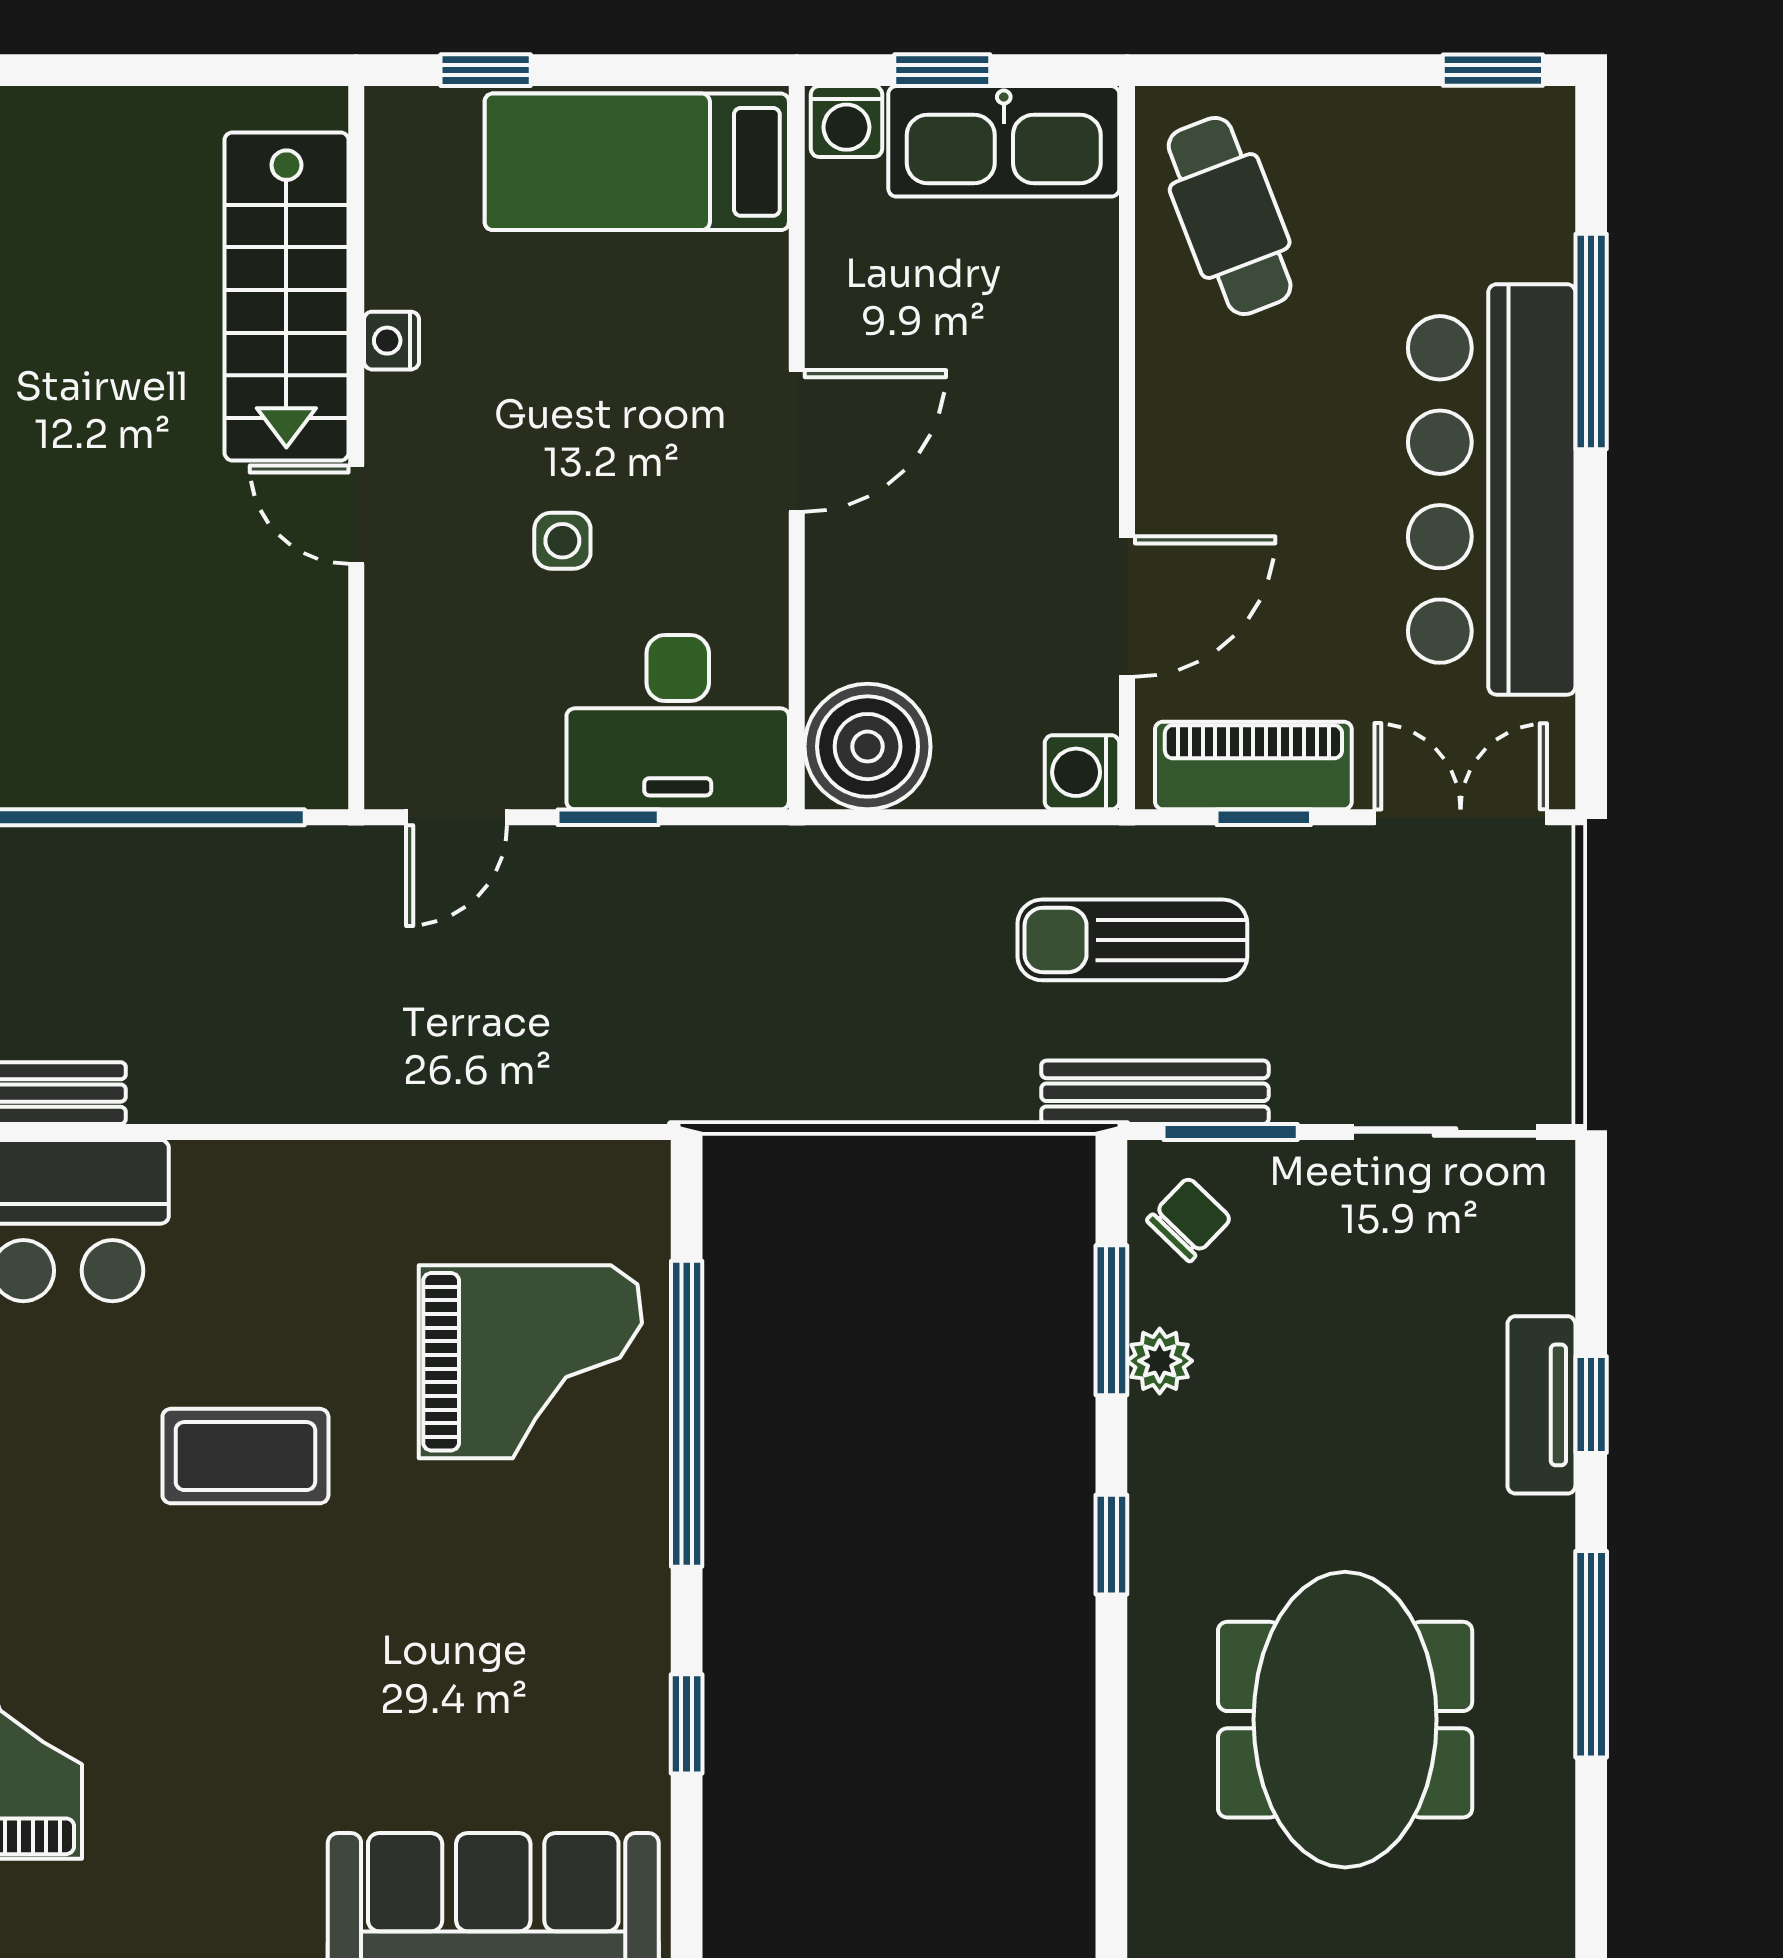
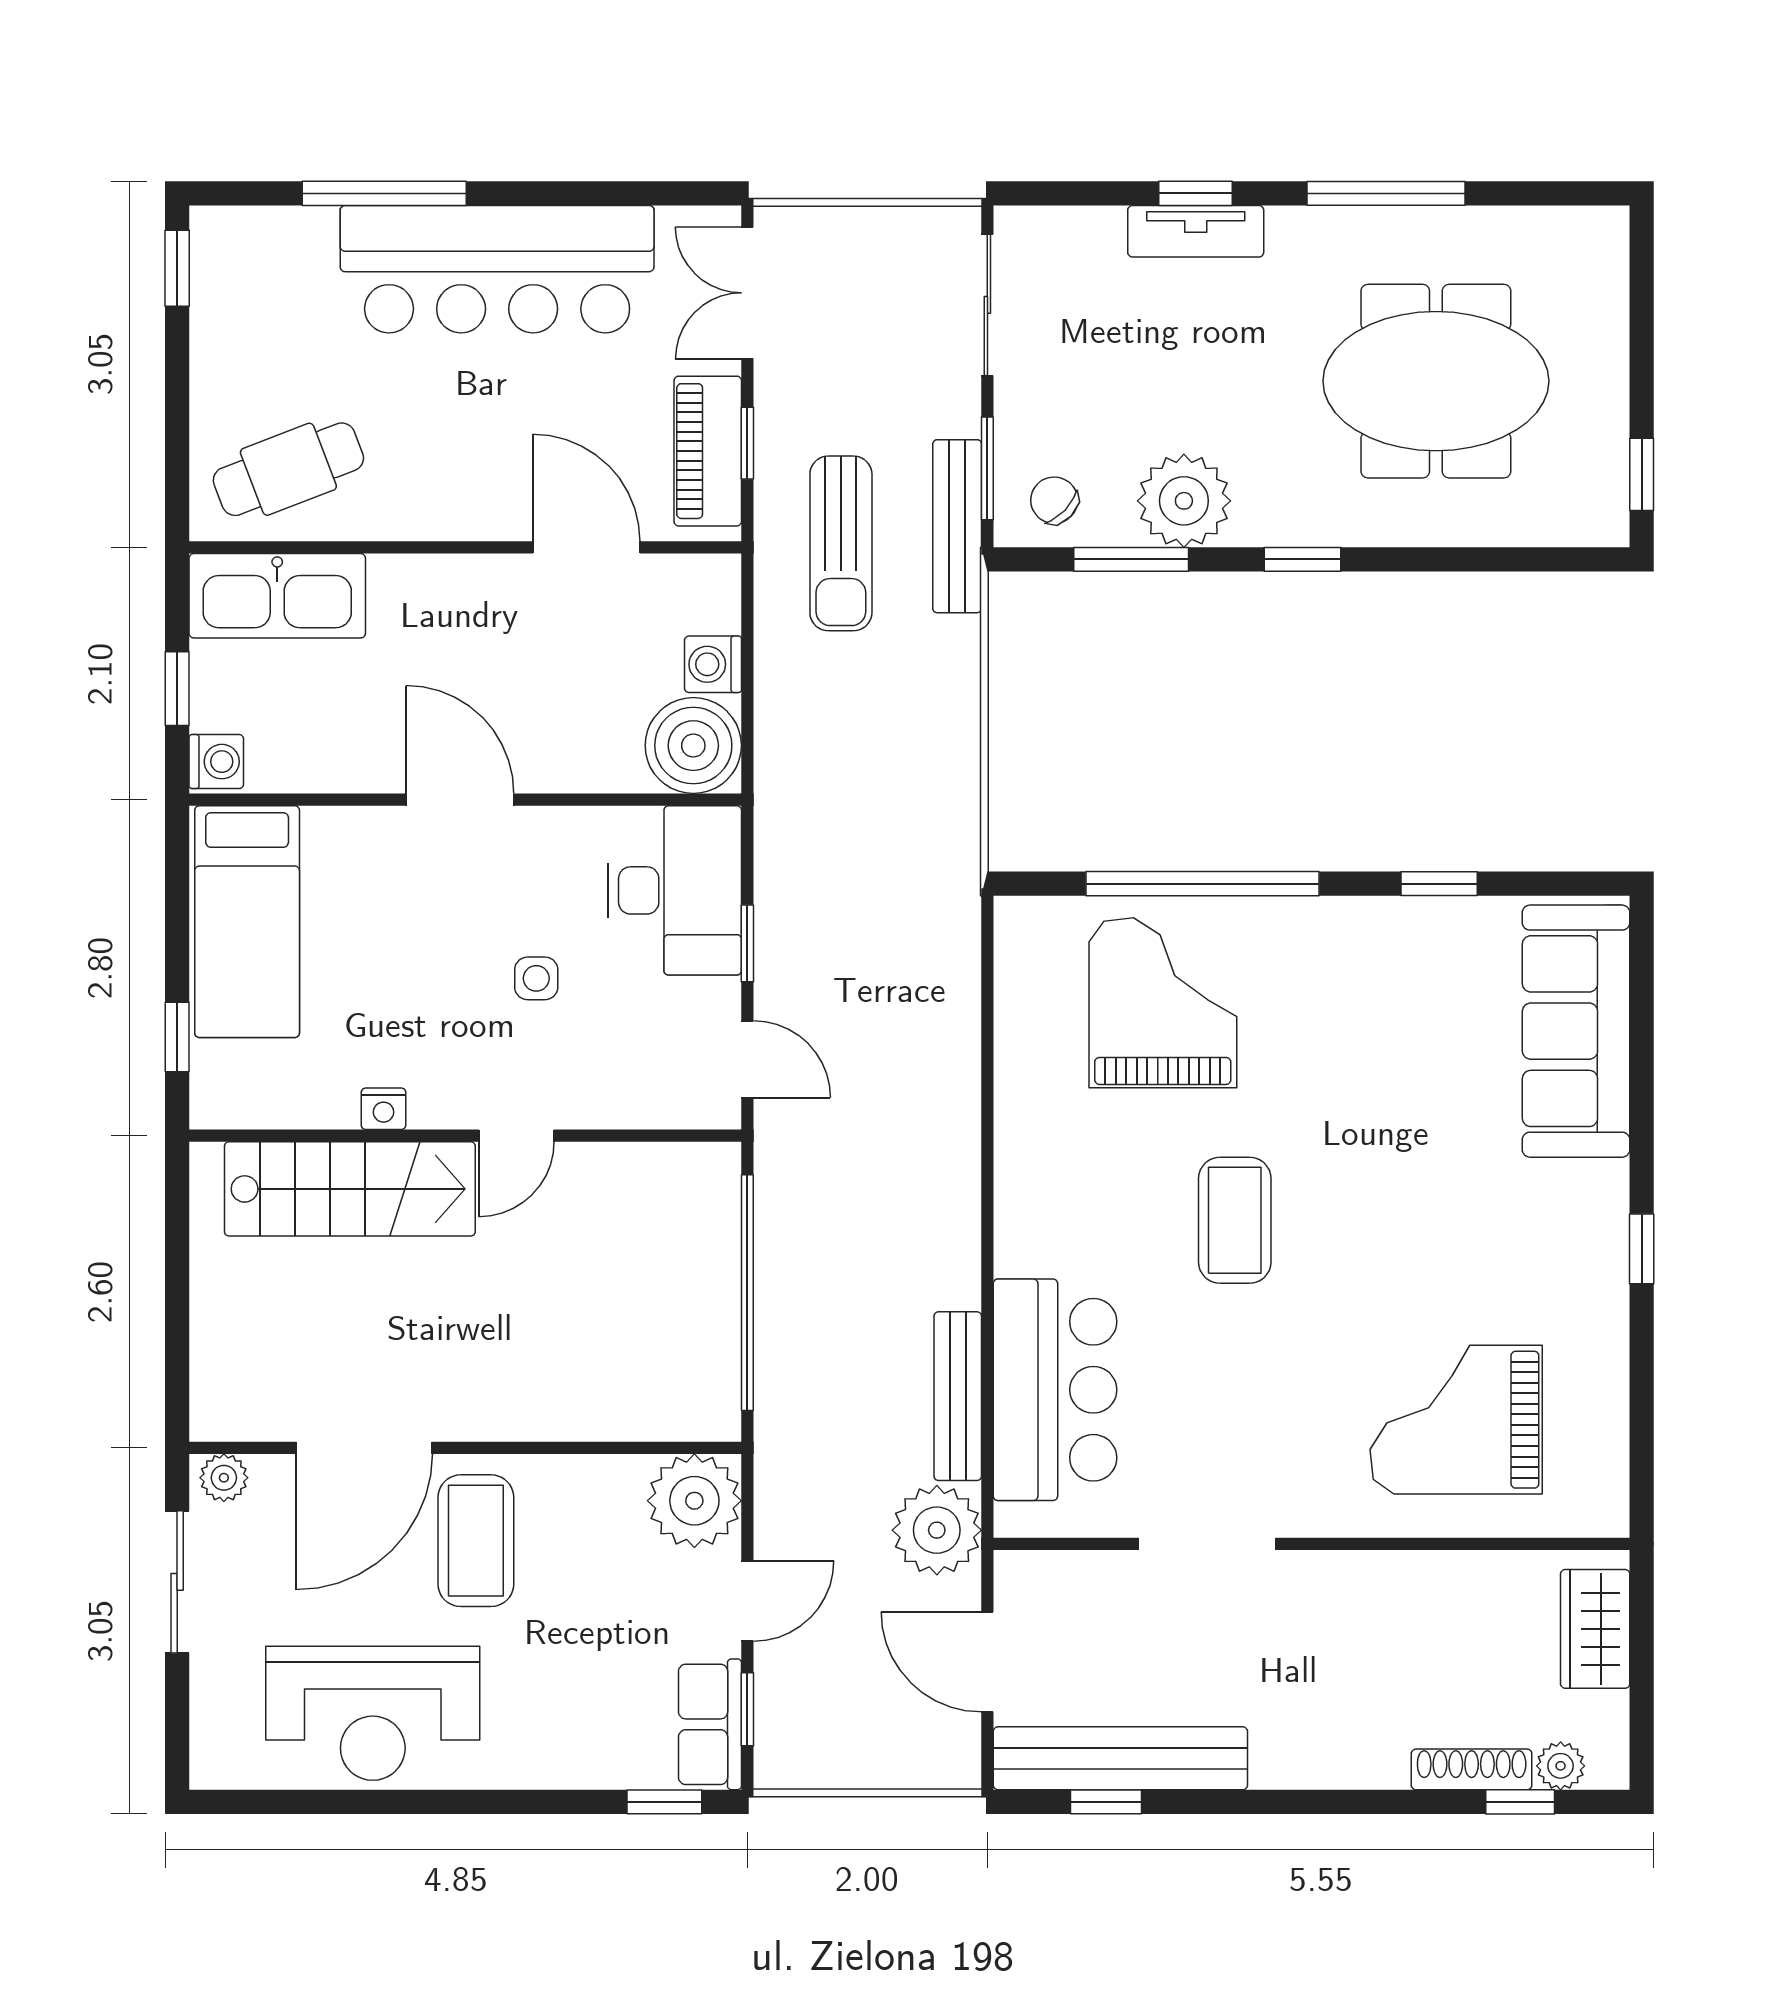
kitchen sink: (1004, 141) -> (277, 596), moved, turned 90
washing machine: (1082, 772) -> (713, 664), moved, turned 90
plant: (1160, 1361) -> (1184, 501), width x1.88, depth x1.88

